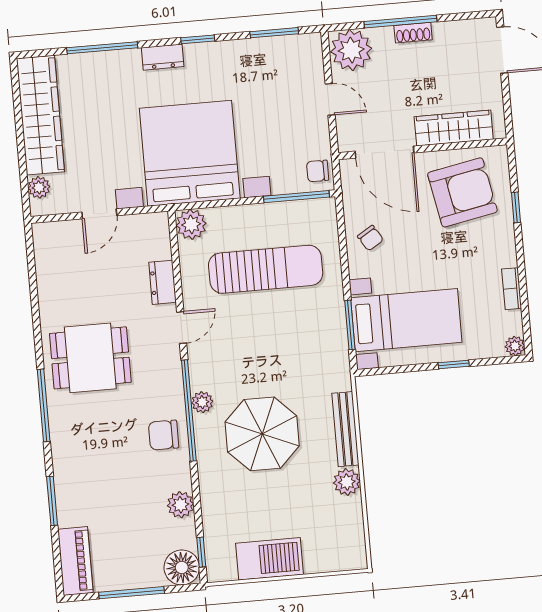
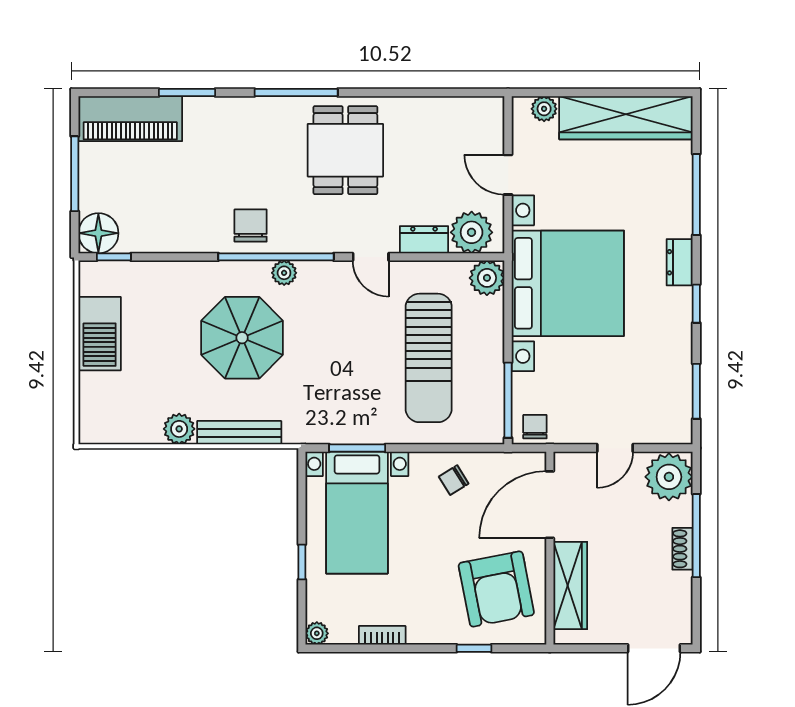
plant: (180, 505) -> (472, 232), moved, width x1.36, depth x1.36
piano: (75, 561) -> (130, 119), width x1.37, depth x1.33

